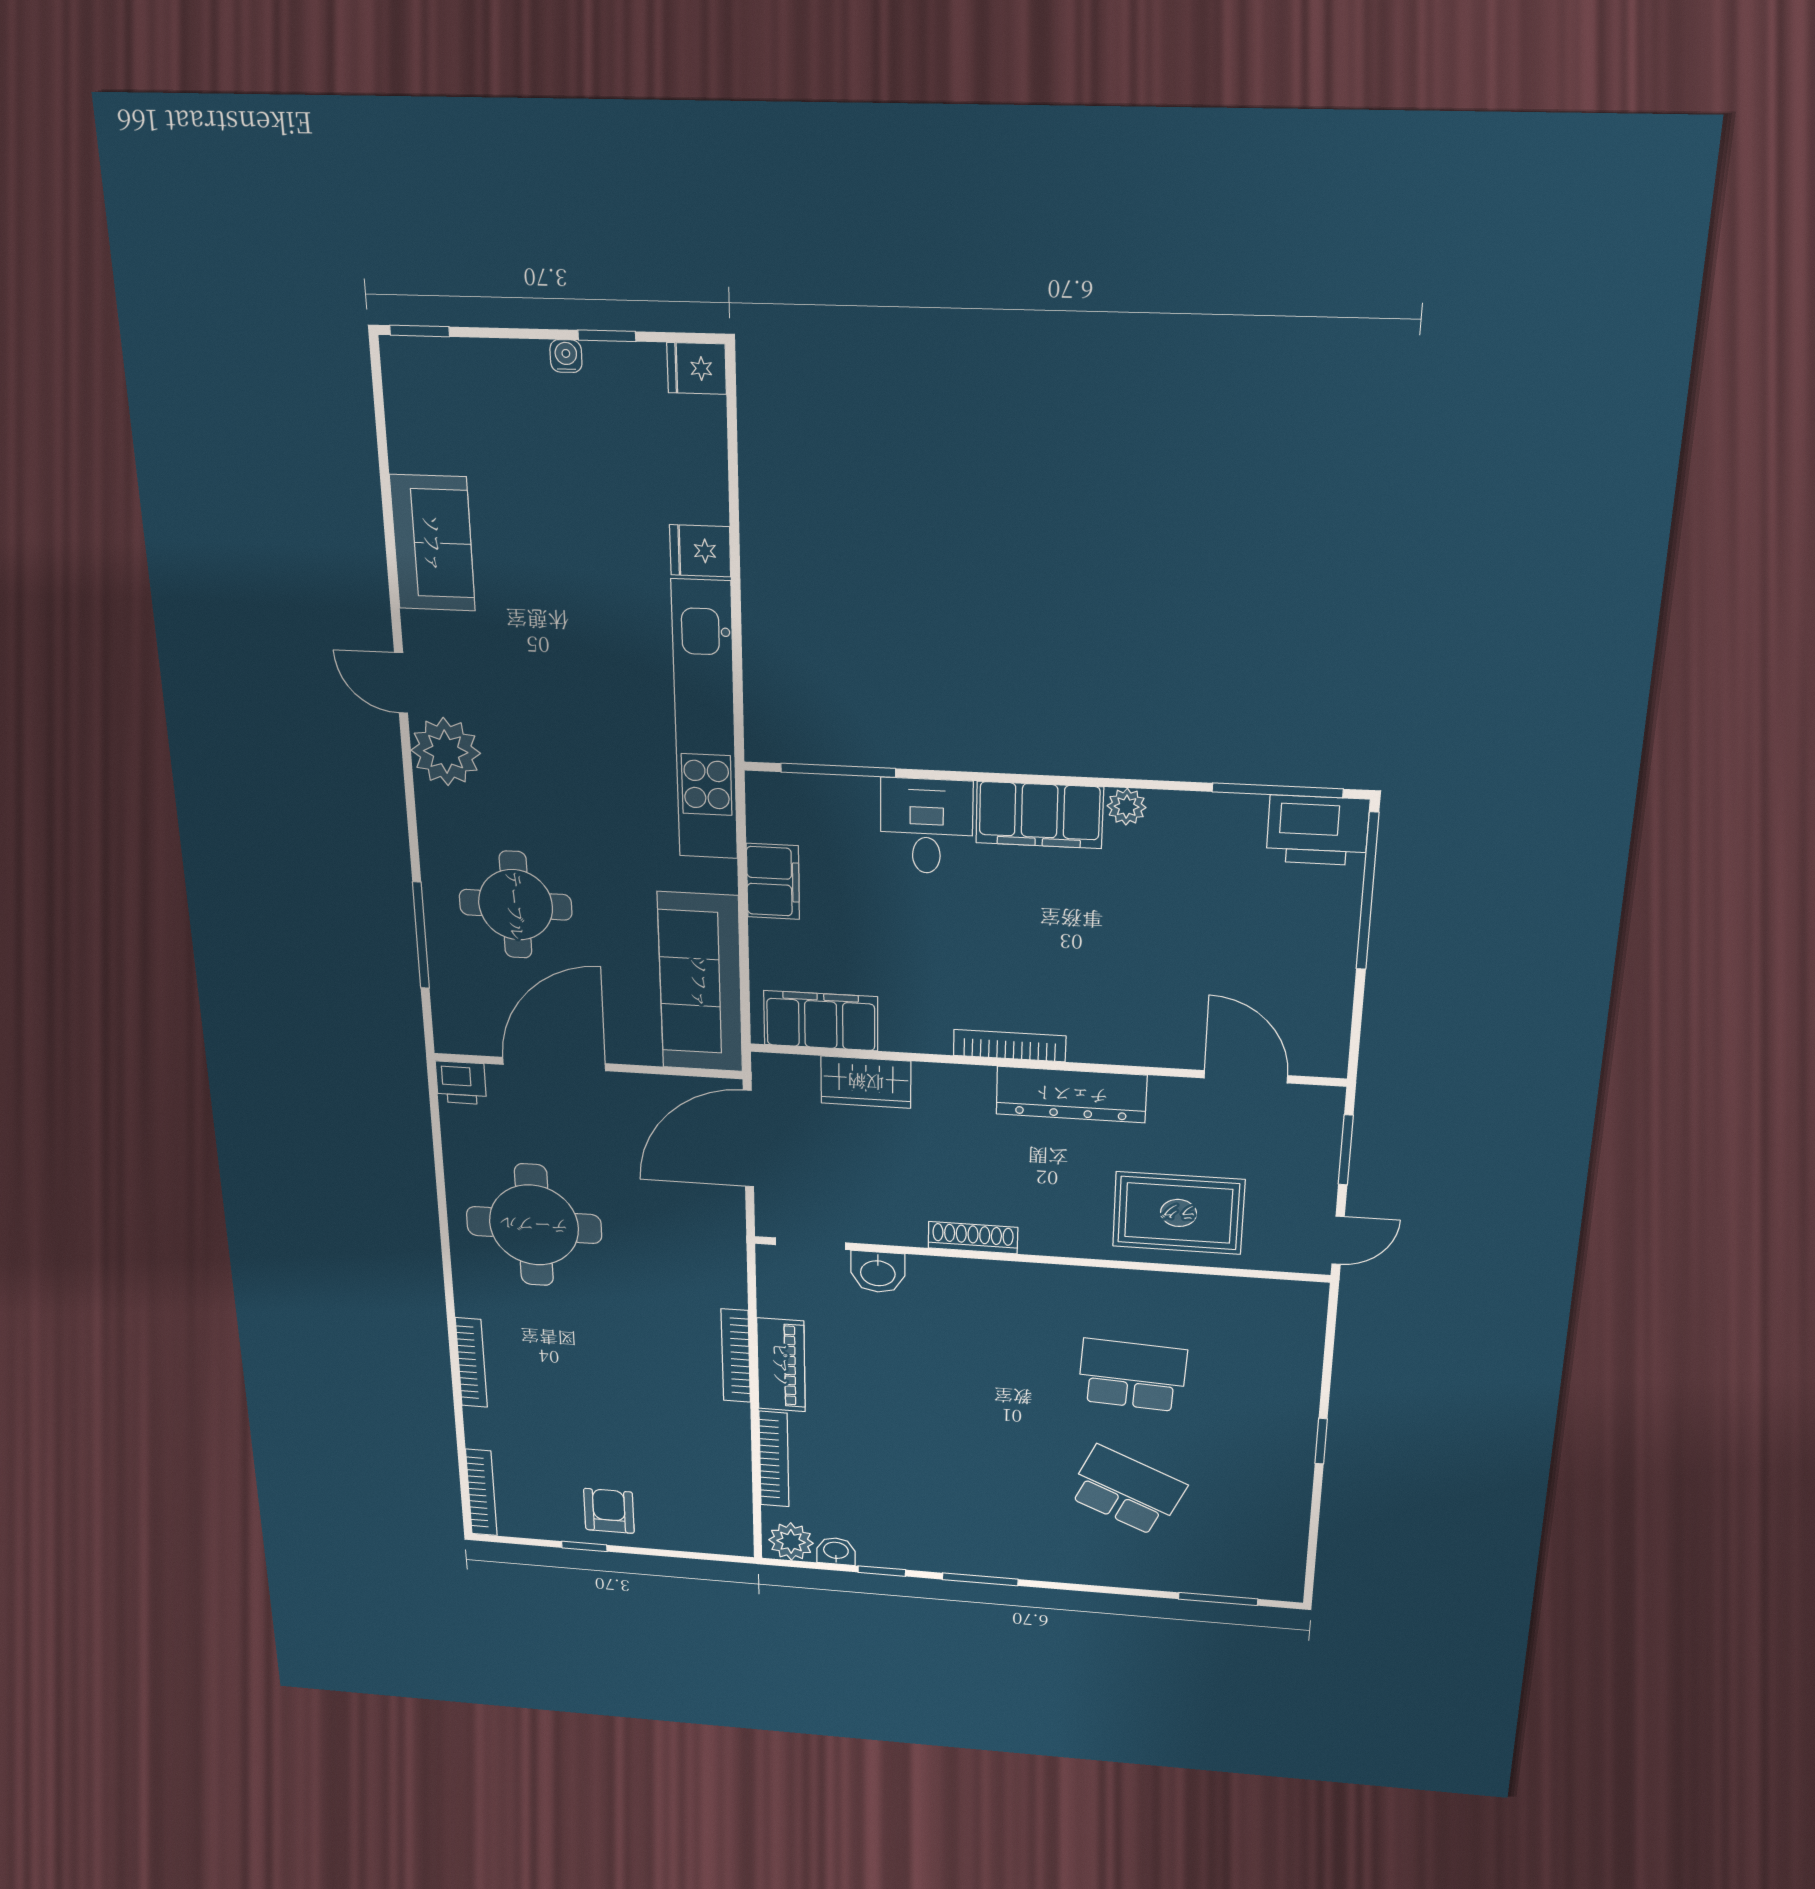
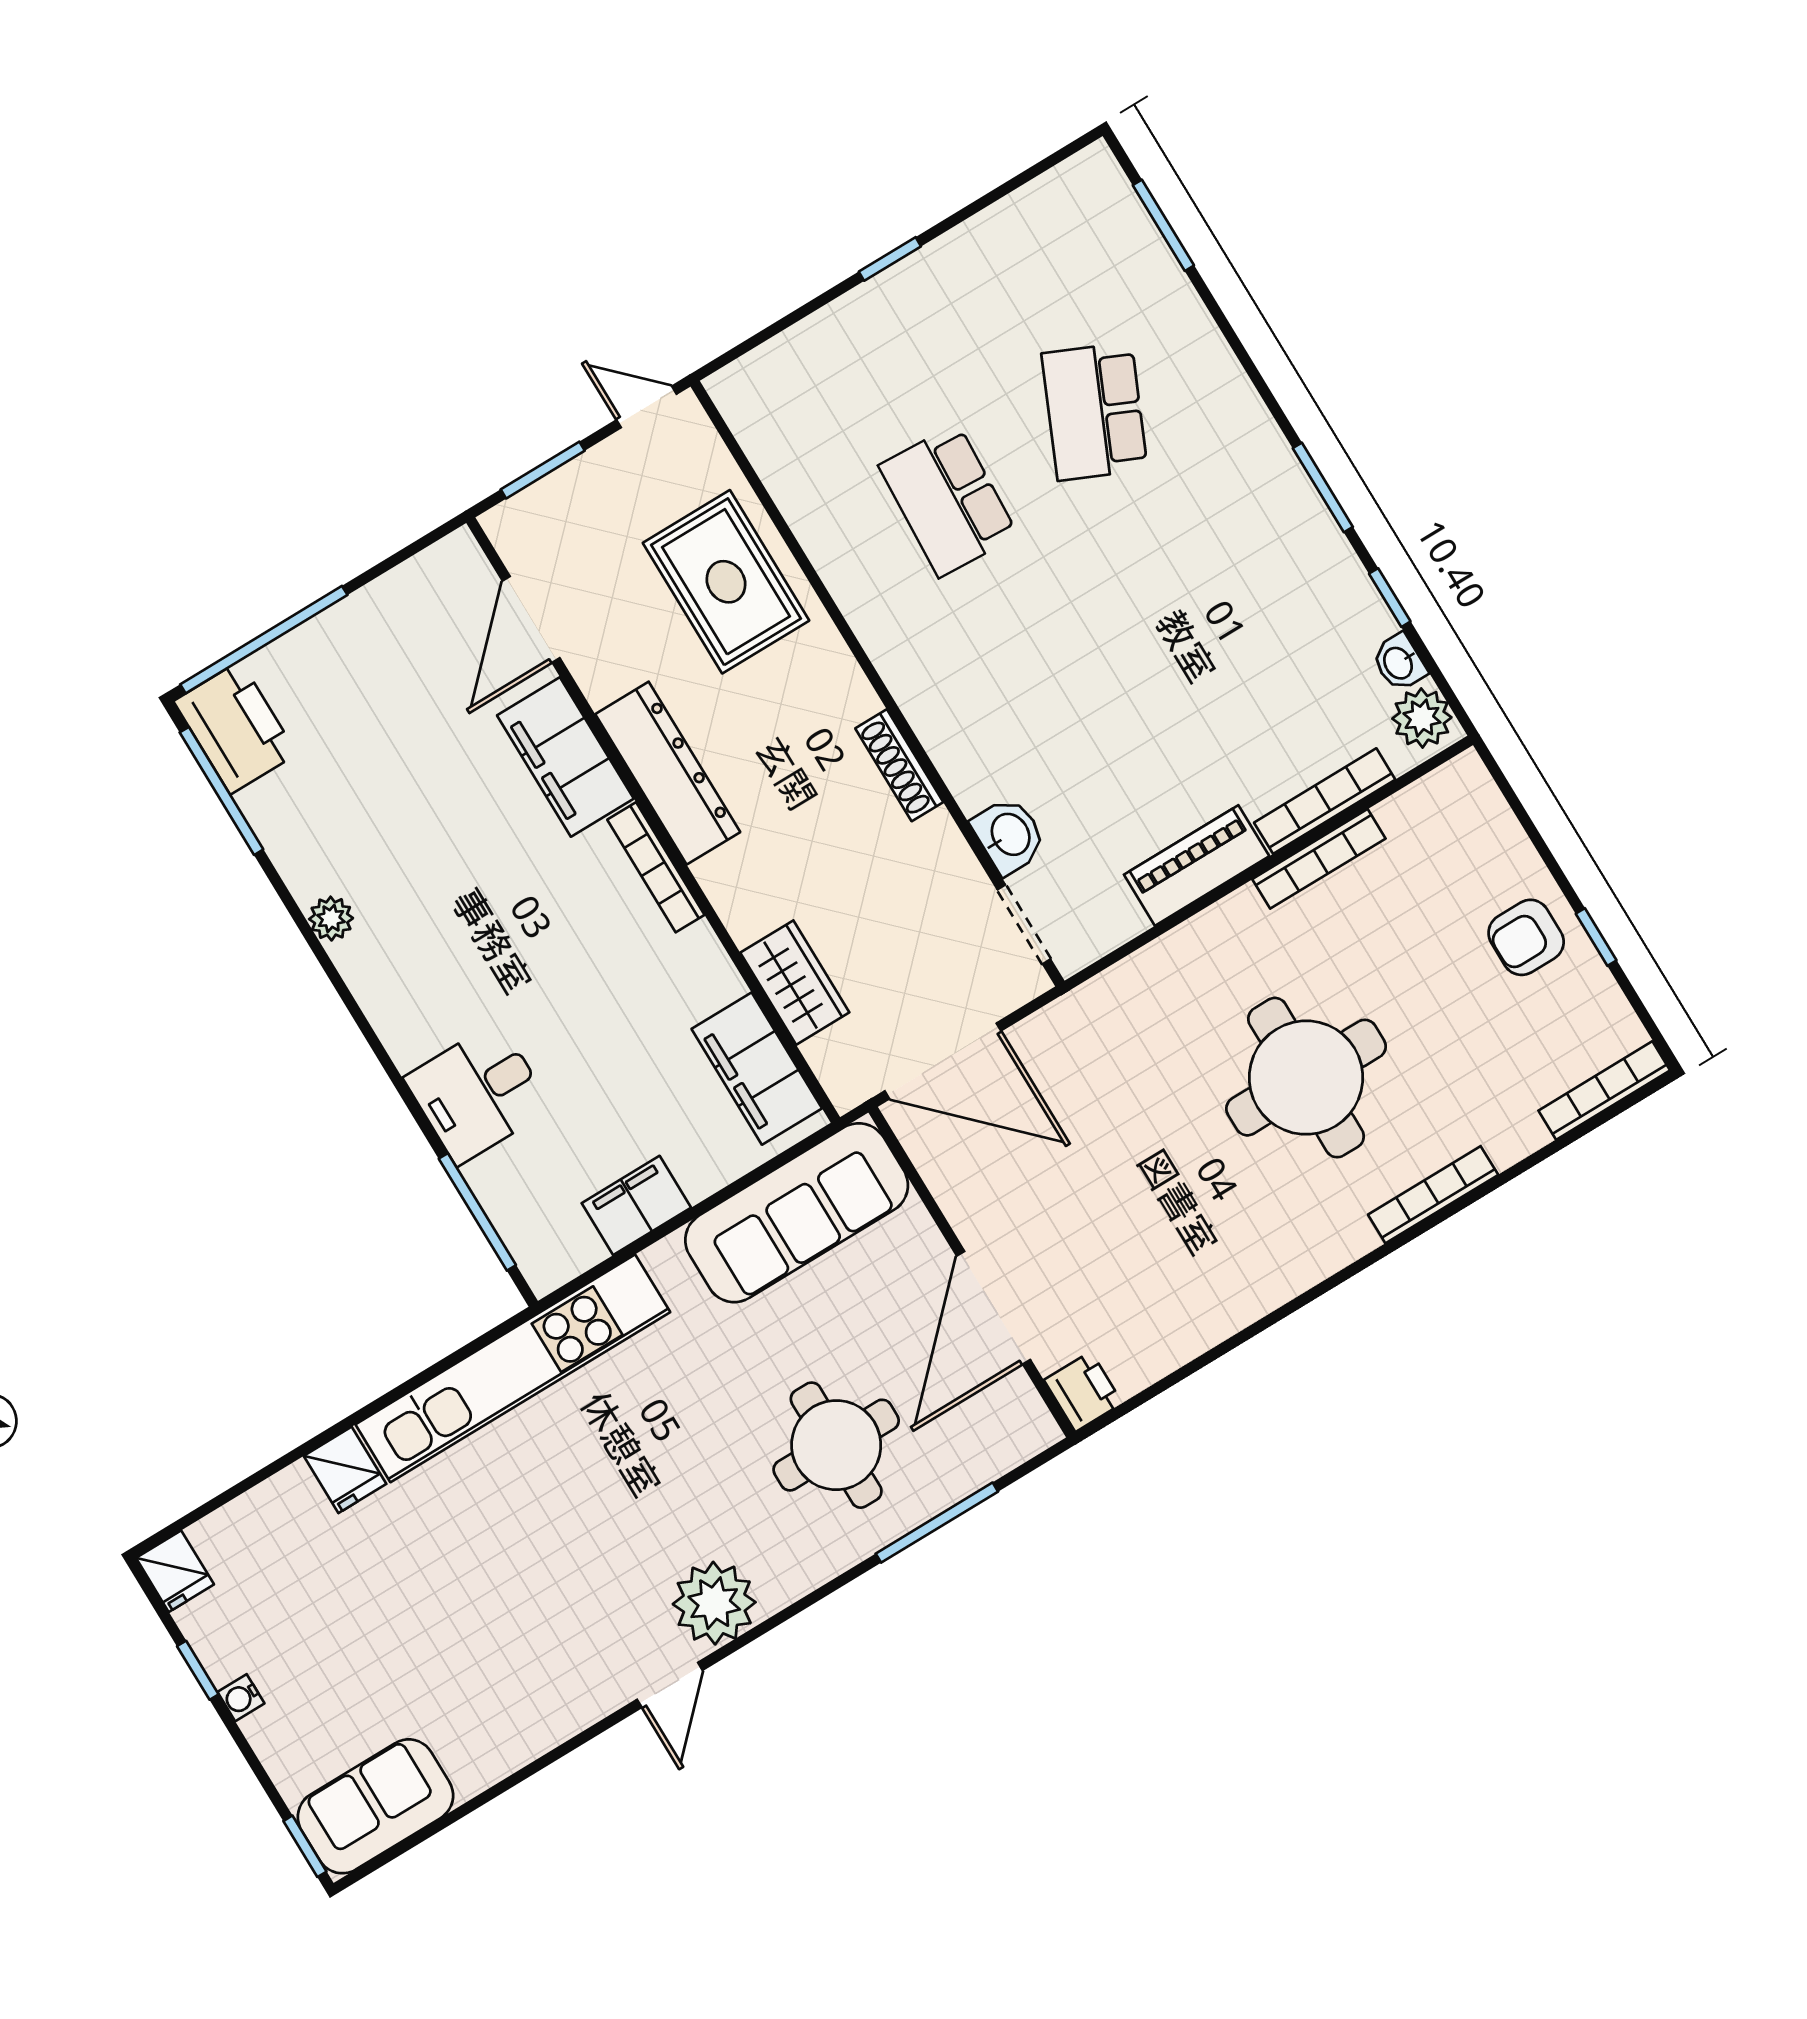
sofa: (433, 543) -> (375, 1806), moved
filing cabinet: (1039, 815) -> (565, 757), moved, turned 180
door: (554, 1064) -> (994, 1308), hinge flipped
round table: (534, 1225) -> (1306, 1078), moved
bookcase: (736, 1356) -> (1319, 859), moved

